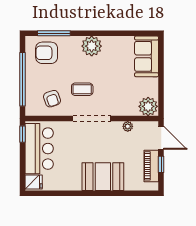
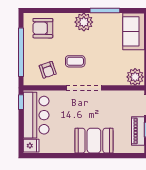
window: (54, 33) -> (105, 10), moved
plant: (128, 126) -> (117, 95), removed

